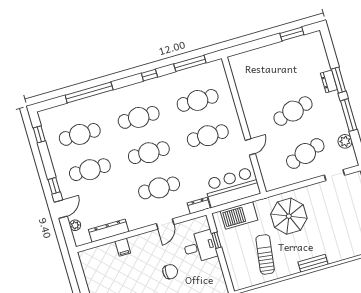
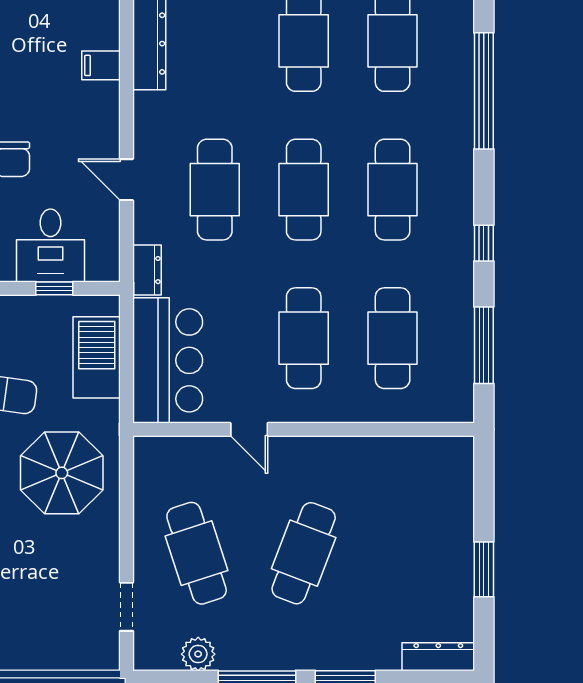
window: (292, 34) -> (484, 569), moved
dresser: (329, 81) -> (438, 657), moved, width x1.44
cafe table: (293, 111) -> (304, 553), turned 36

